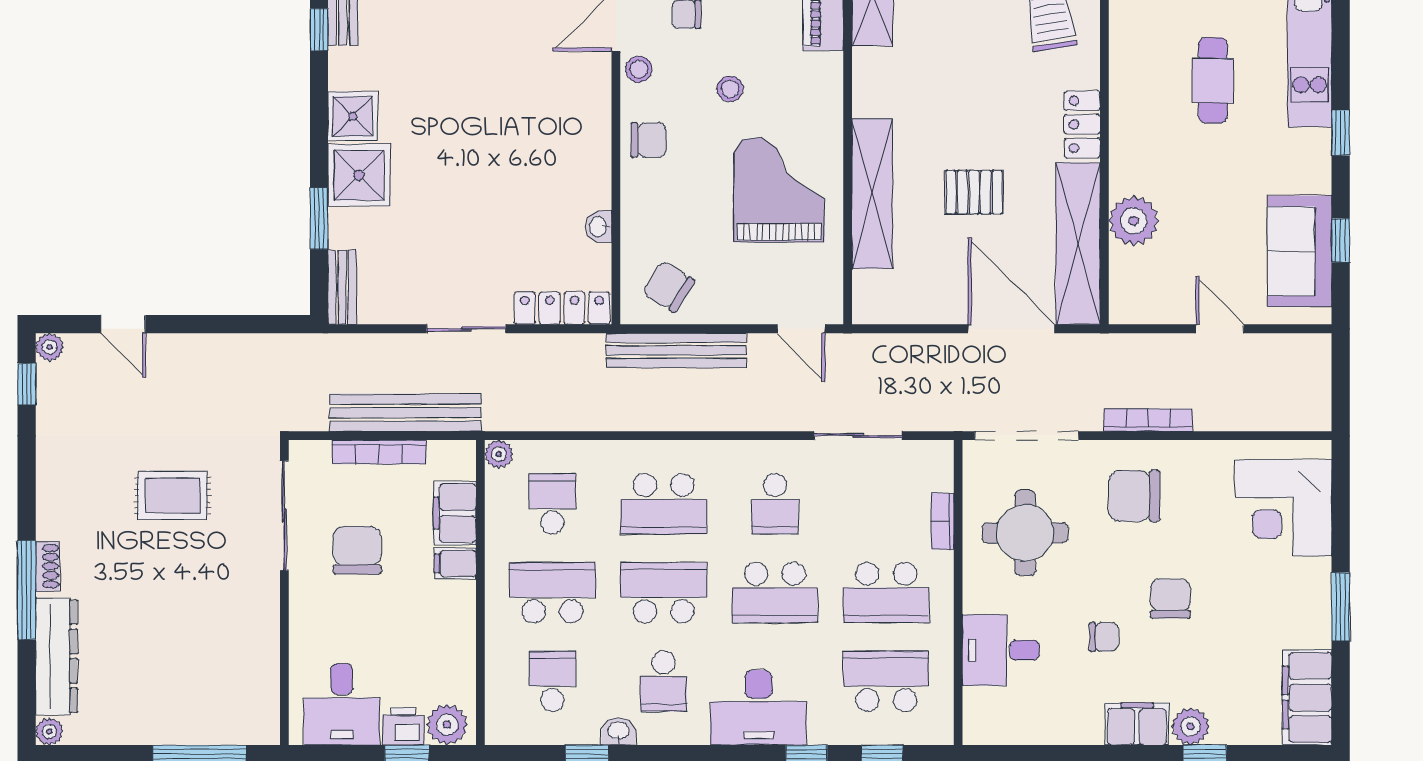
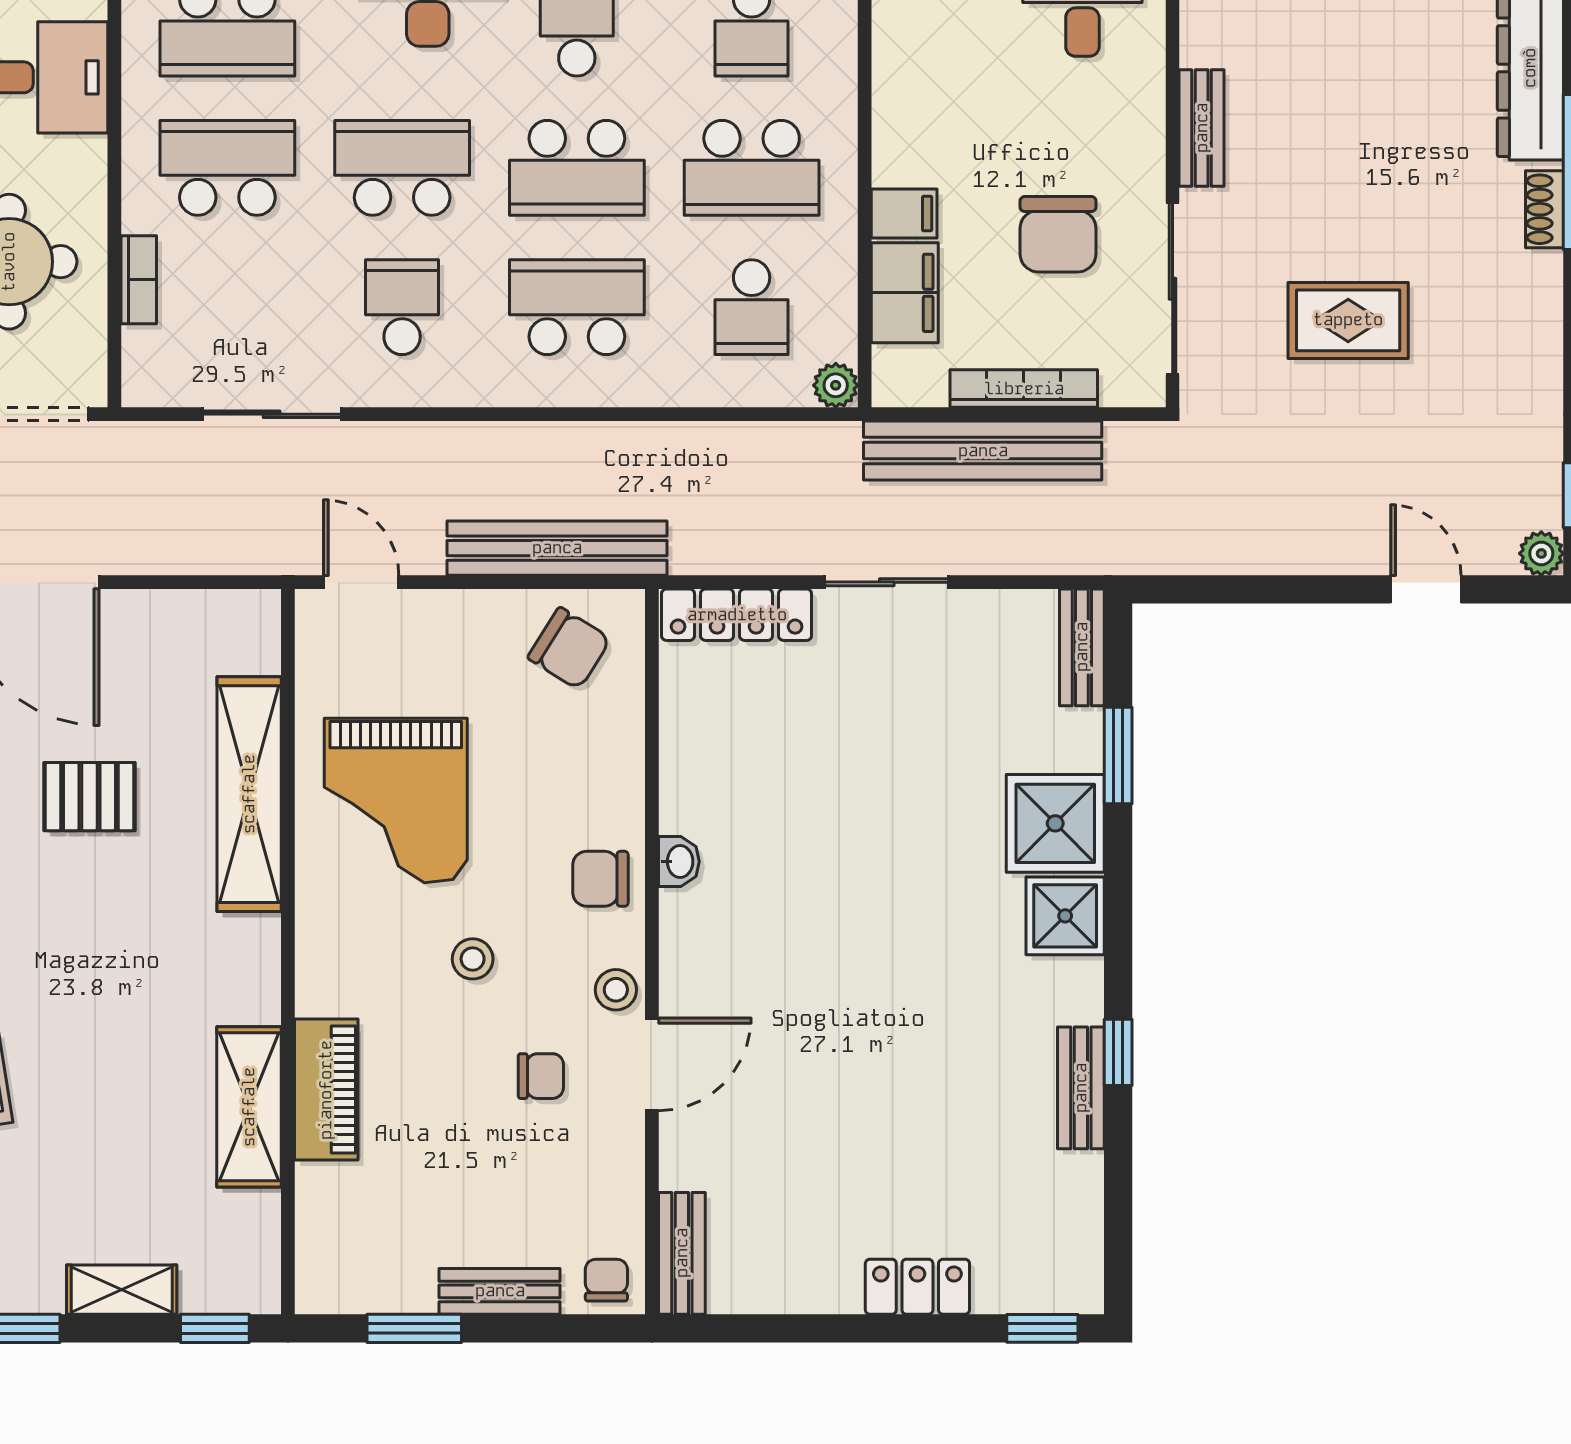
washbasin: (599, 227) -> (679, 862), moved
bench: (266, 618) -> (1202, 128), added

